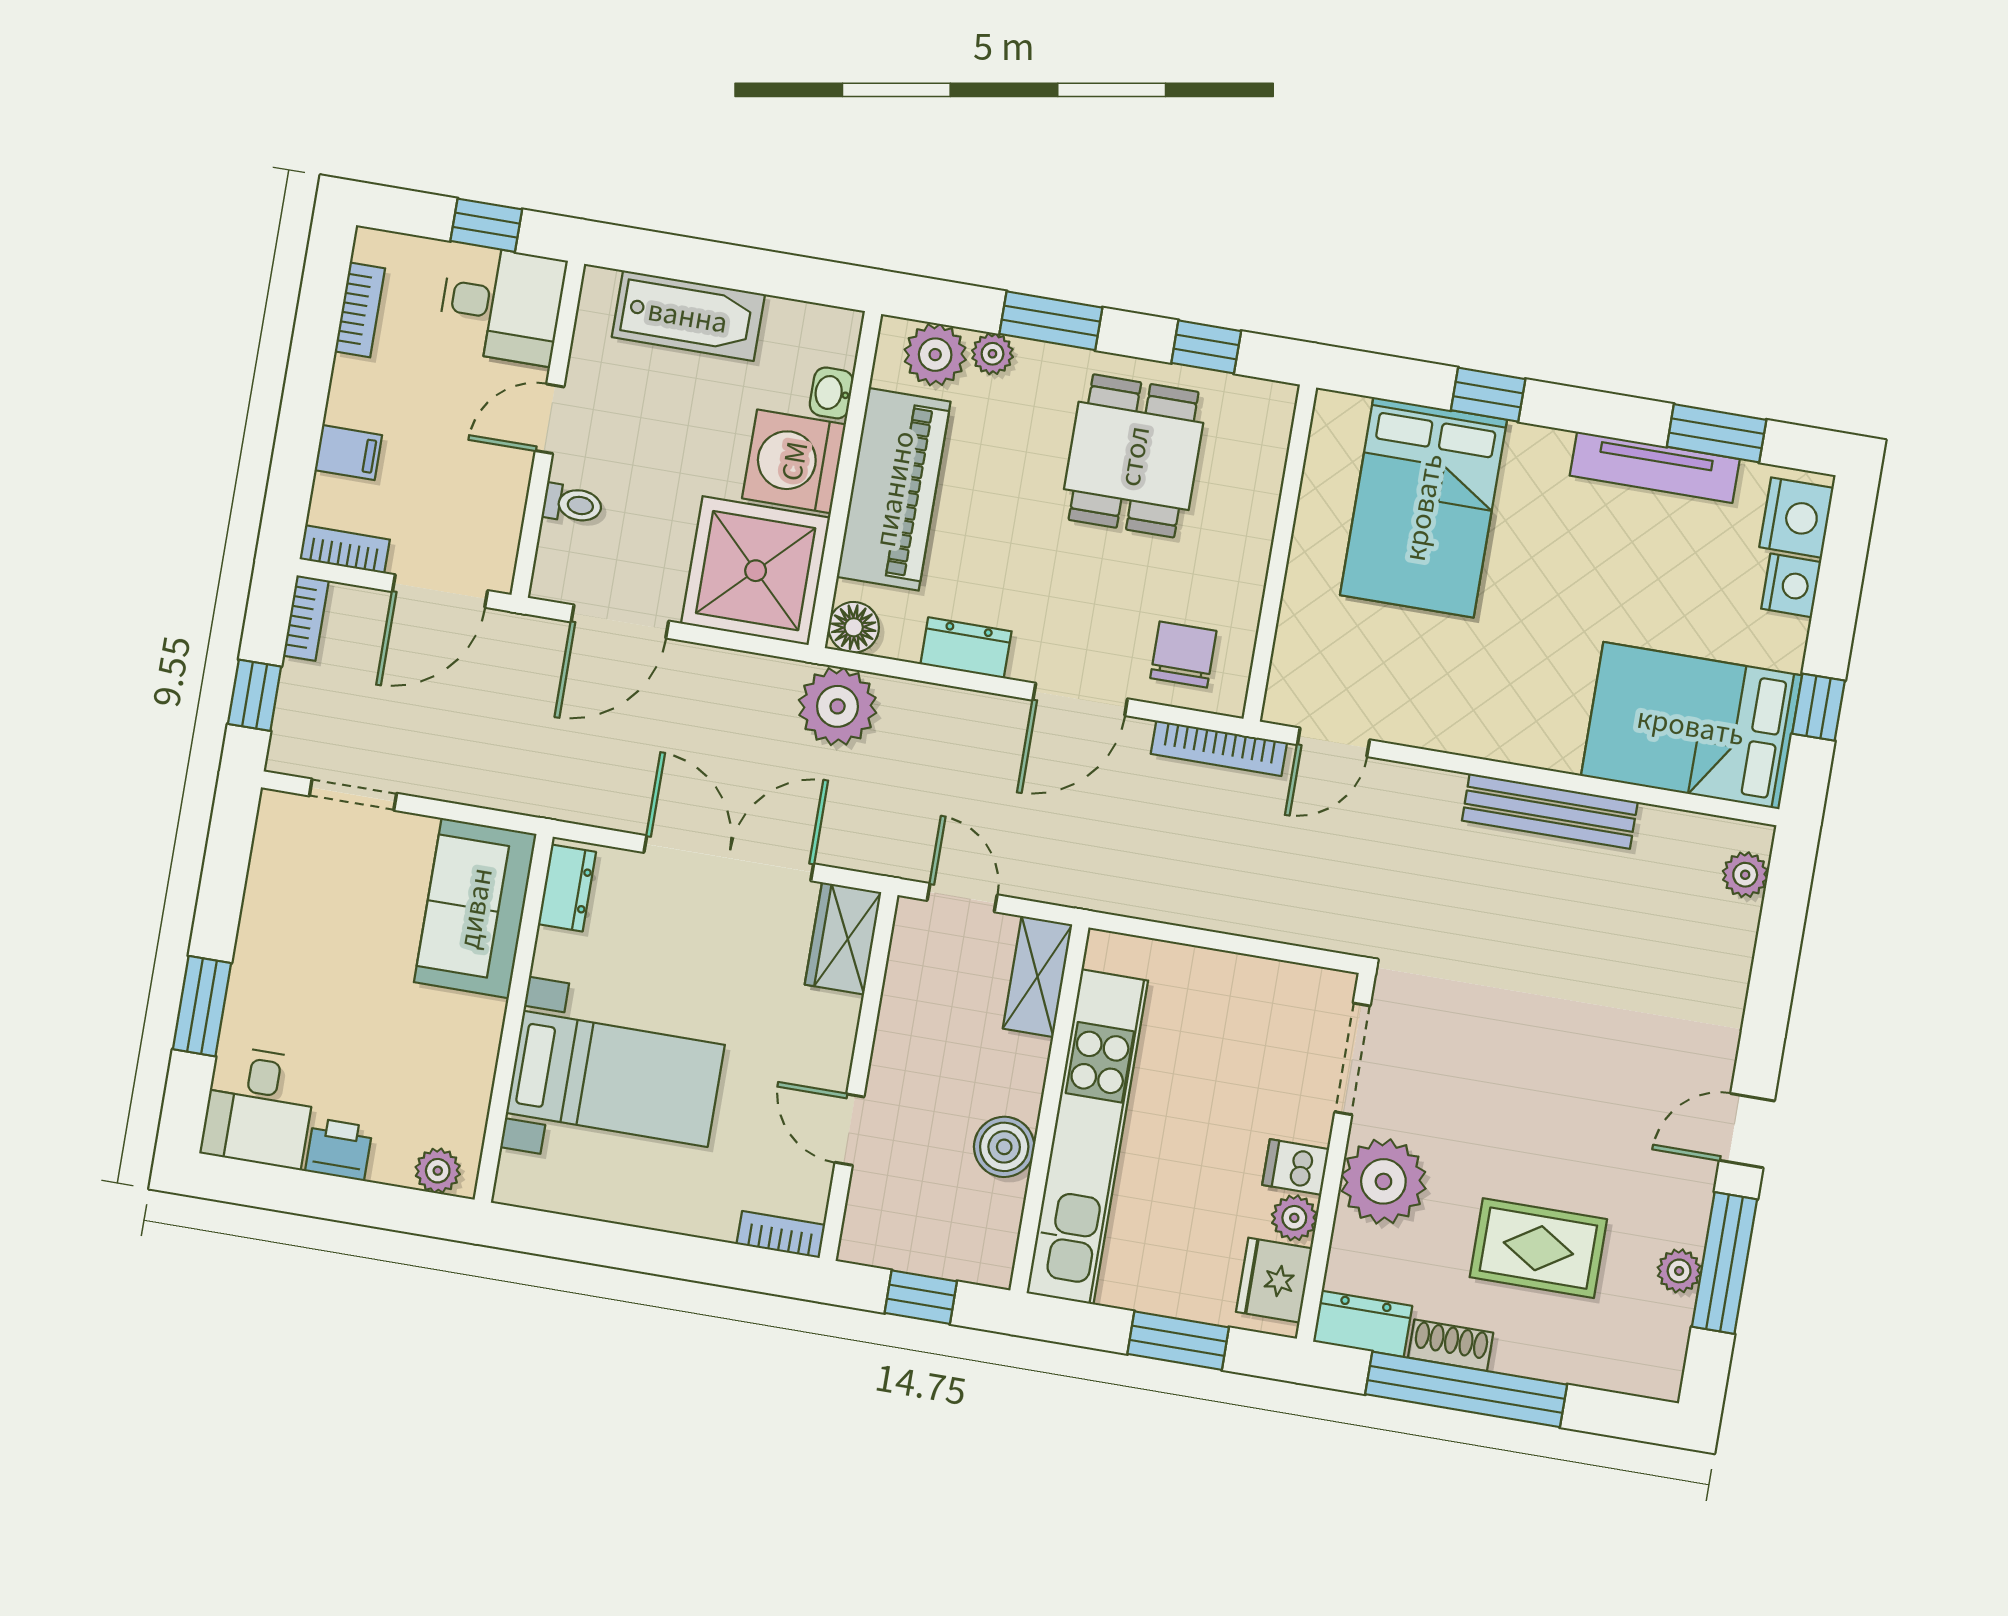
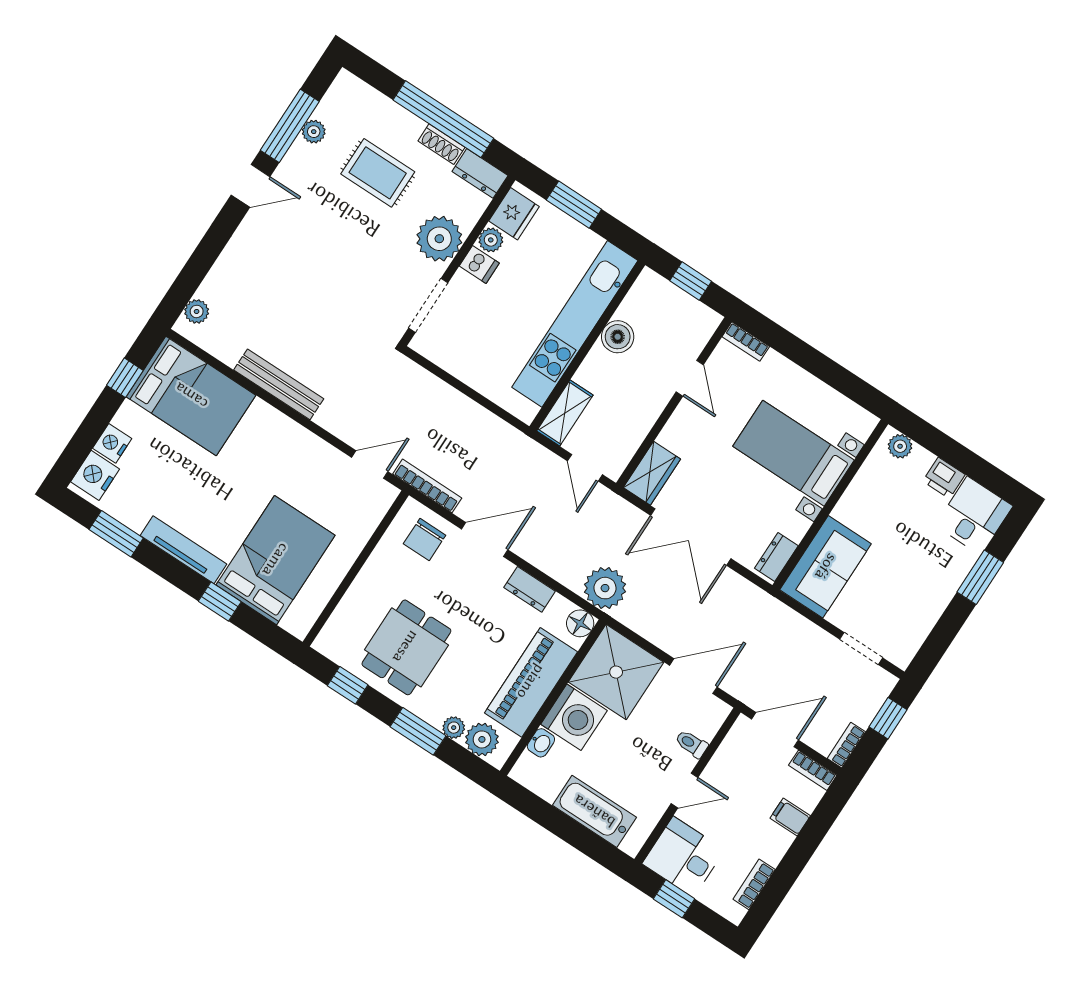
tv unit: (1655, 467) -> (184, 550), moved

